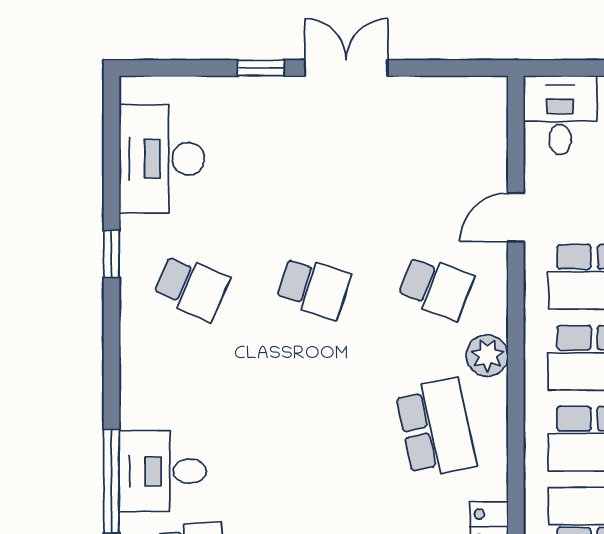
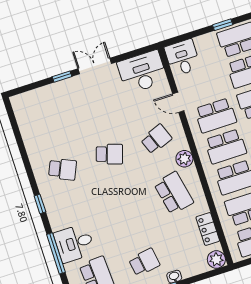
desk: (162, 159) -> (142, 72), moved, turned 90
door: (516, 217) -> (178, 102), hinge flipped
window: (111, 254) -> (40, 204), moved
school desk: (436, 287) -> (156, 139), turned -42

